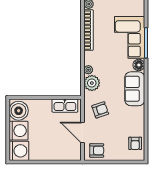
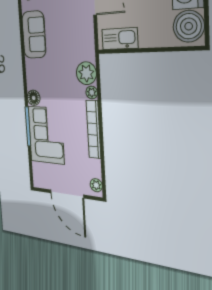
bookcase: (88, 30) -> (93, 129), moved
sofa: (135, 89) -> (34, 35), moved
armchair: (100, 110) -> (74, 35), removed

